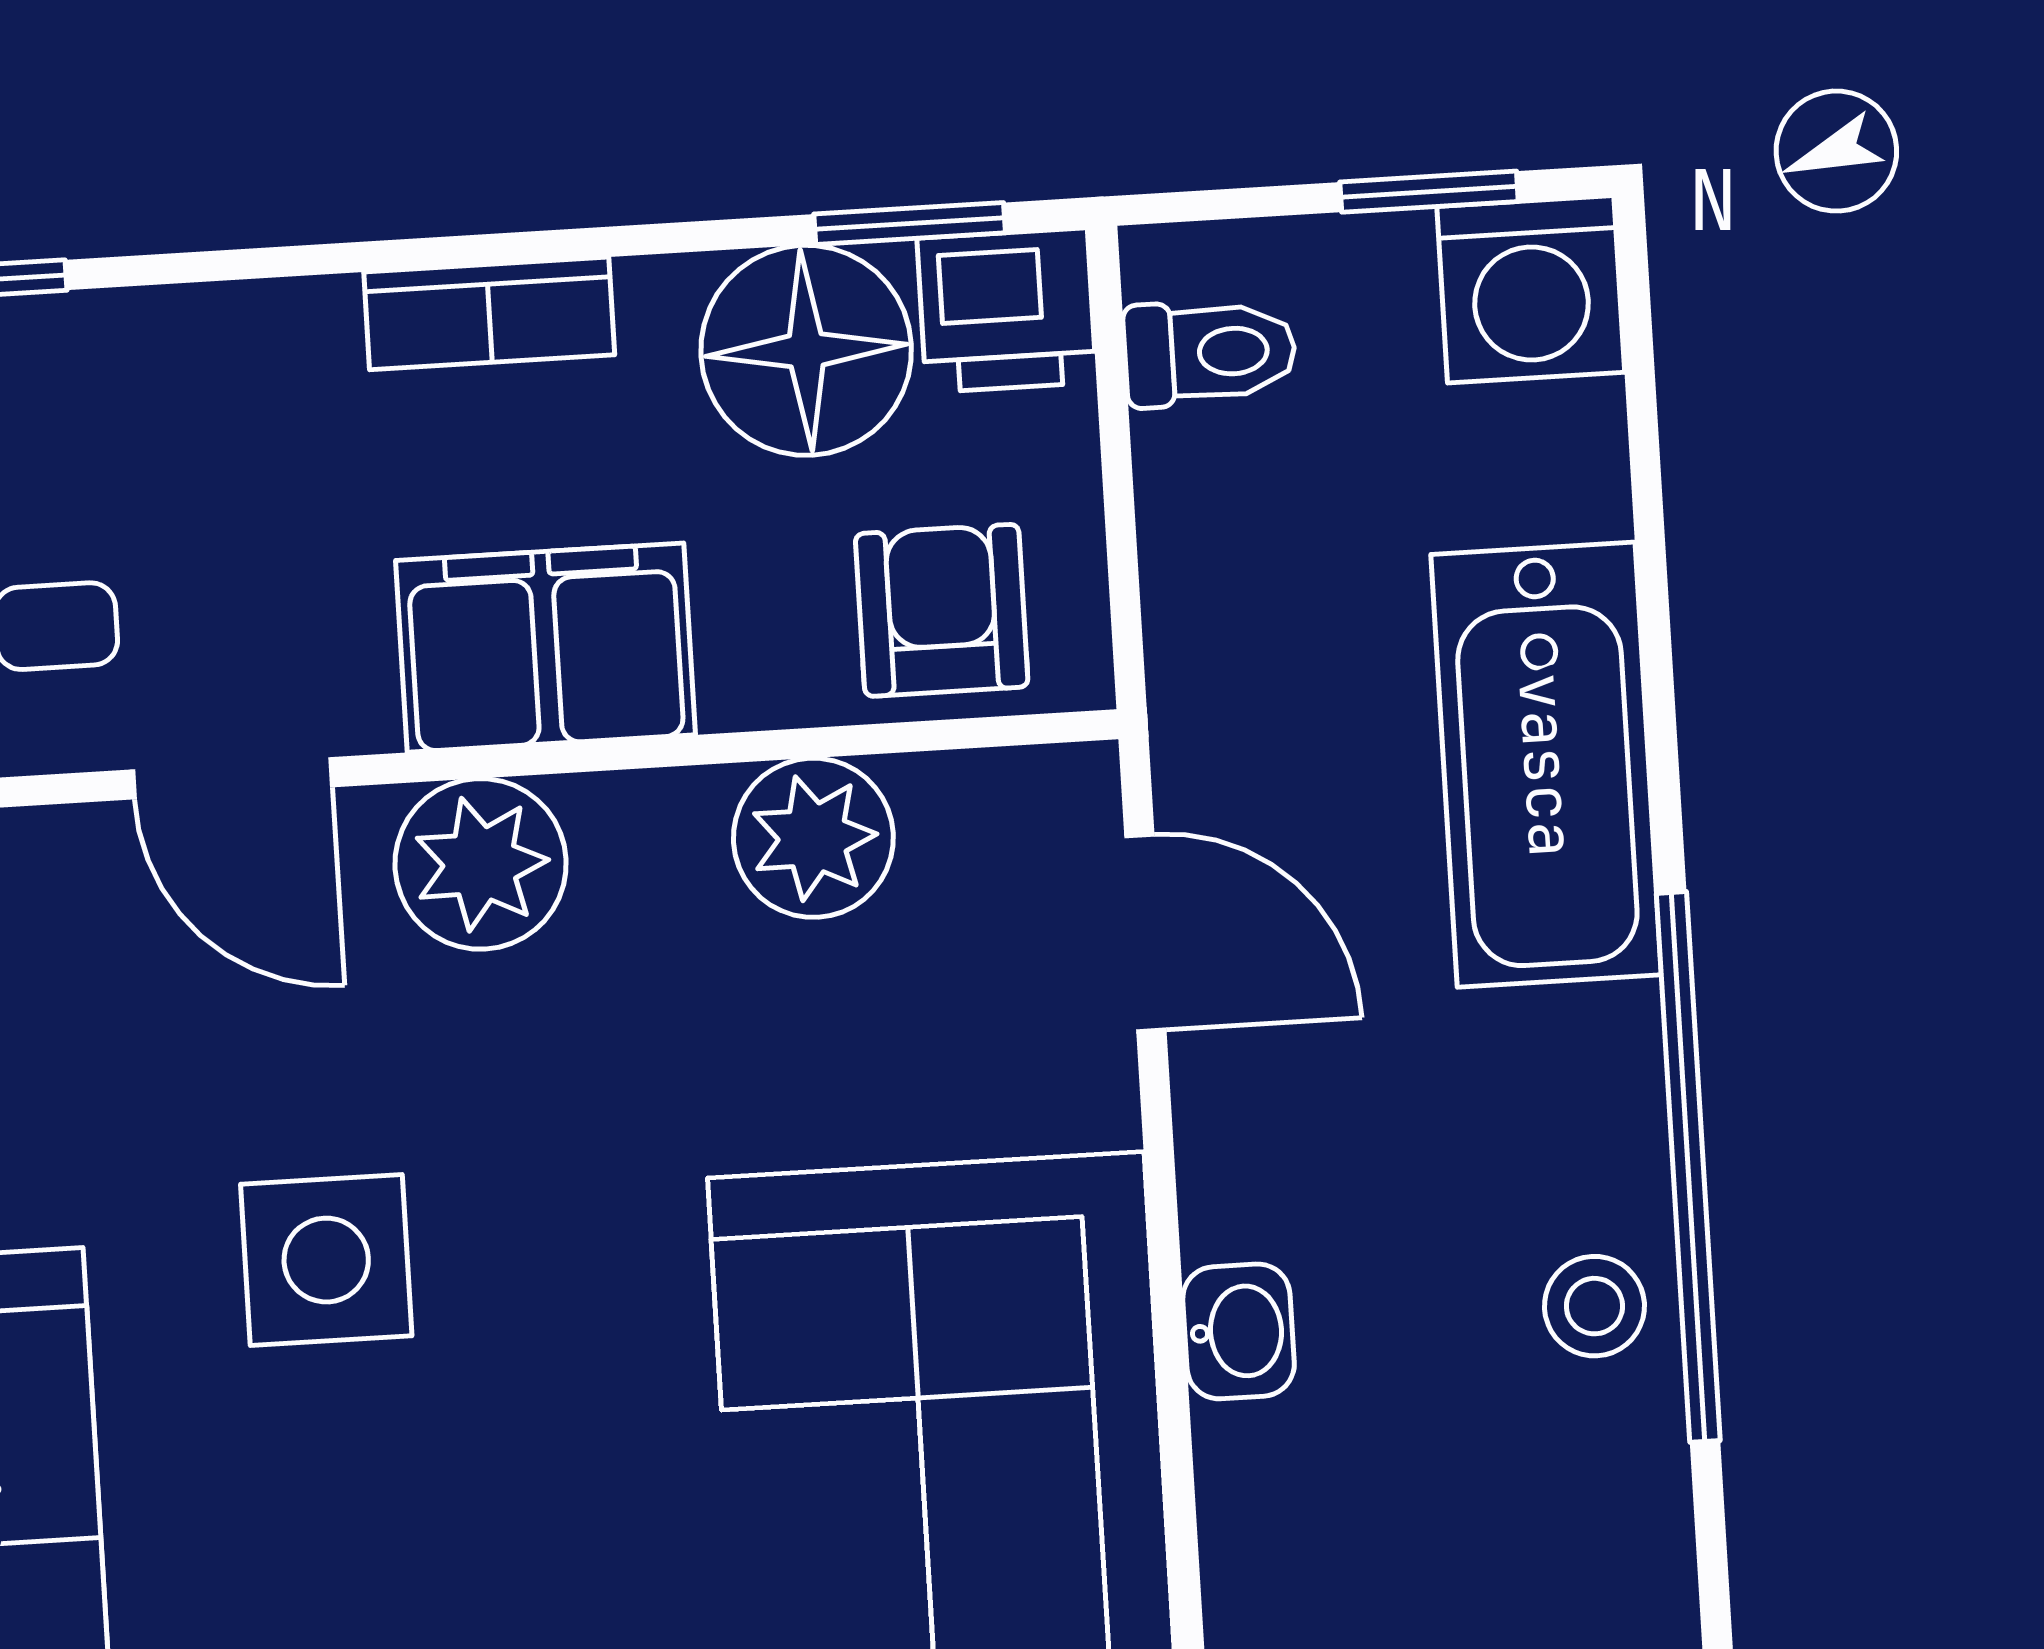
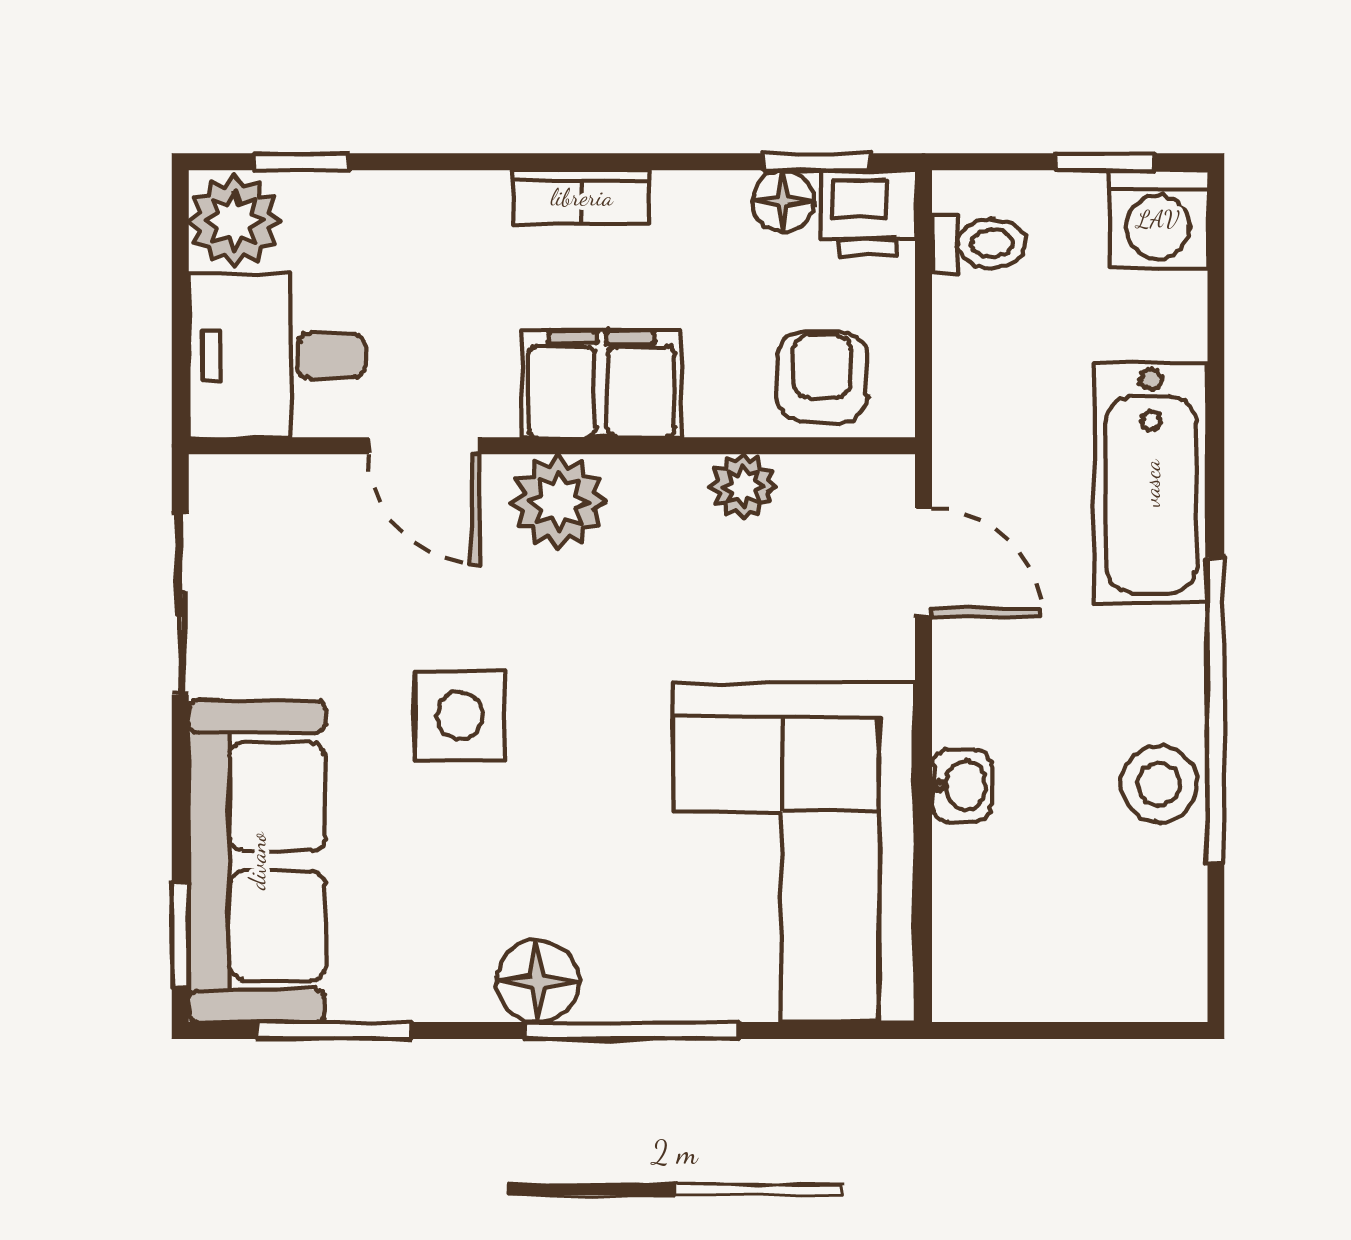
floor lamp: (806, 350) -> (783, 201), width x0.53, depth x0.53
plant: (813, 838) -> (743, 486), width x0.73, depth x0.73
stool: (1594, 1306) -> (1159, 784), width x1.37, depth x1.37

